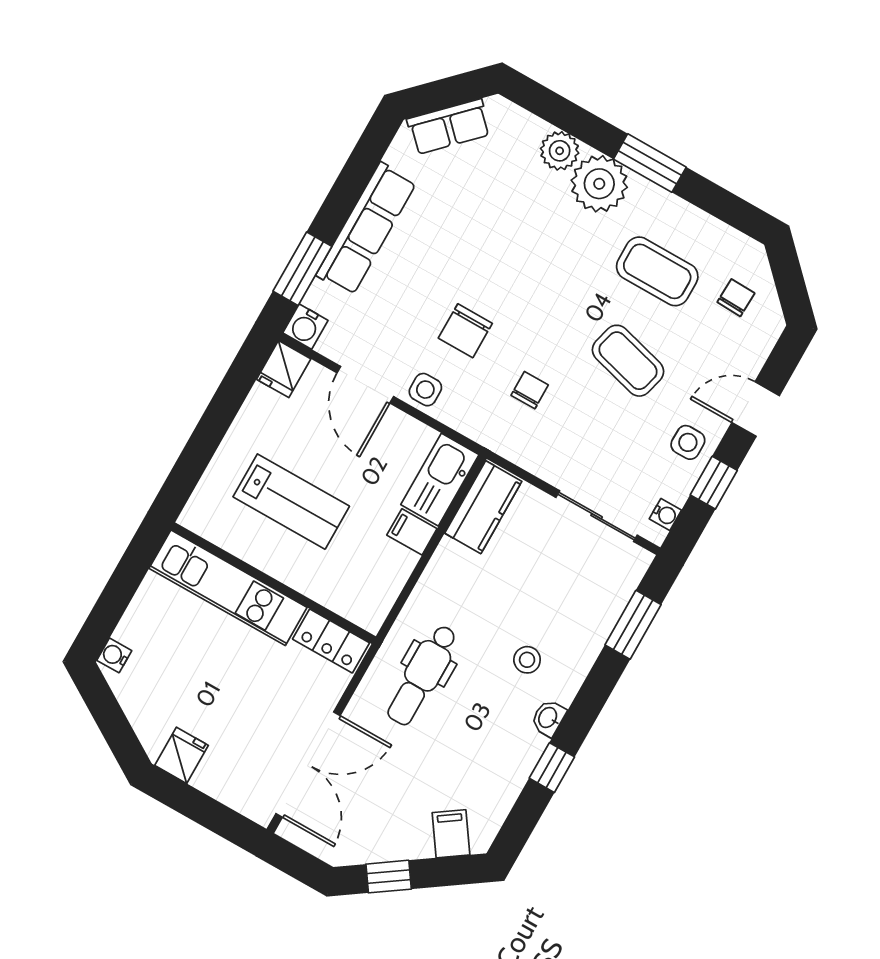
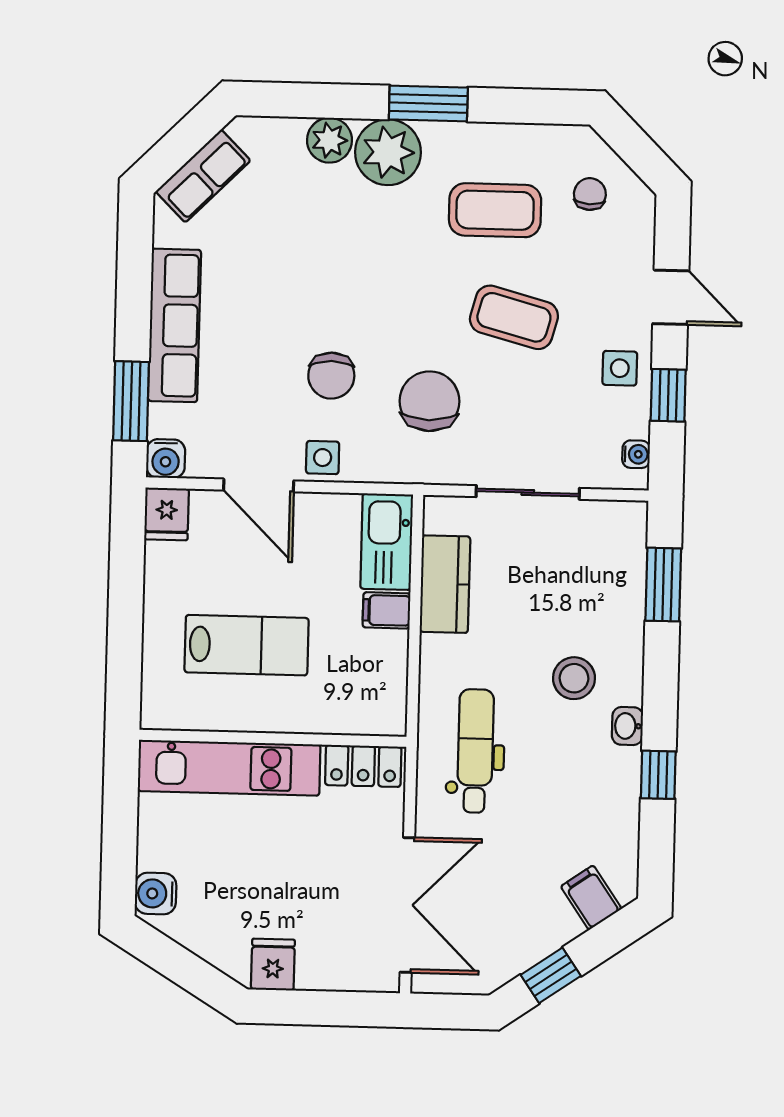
chair: (530, 390) -> (429, 401), width x1.87, depth x1.87
door: (756, 409) -> (671, 297), swing flipped
kitchen counter: (483, 507) -> (445, 584), moved
sliding door: (597, 516) -> (528, 492), moved
water cooler: (114, 655) -> (156, 893), width x1.38, depth x1.38
stool: (527, 660) -> (574, 678), width x1.37, depth x1.37
dental chair: (422, 675) -> (475, 751), turned 180

